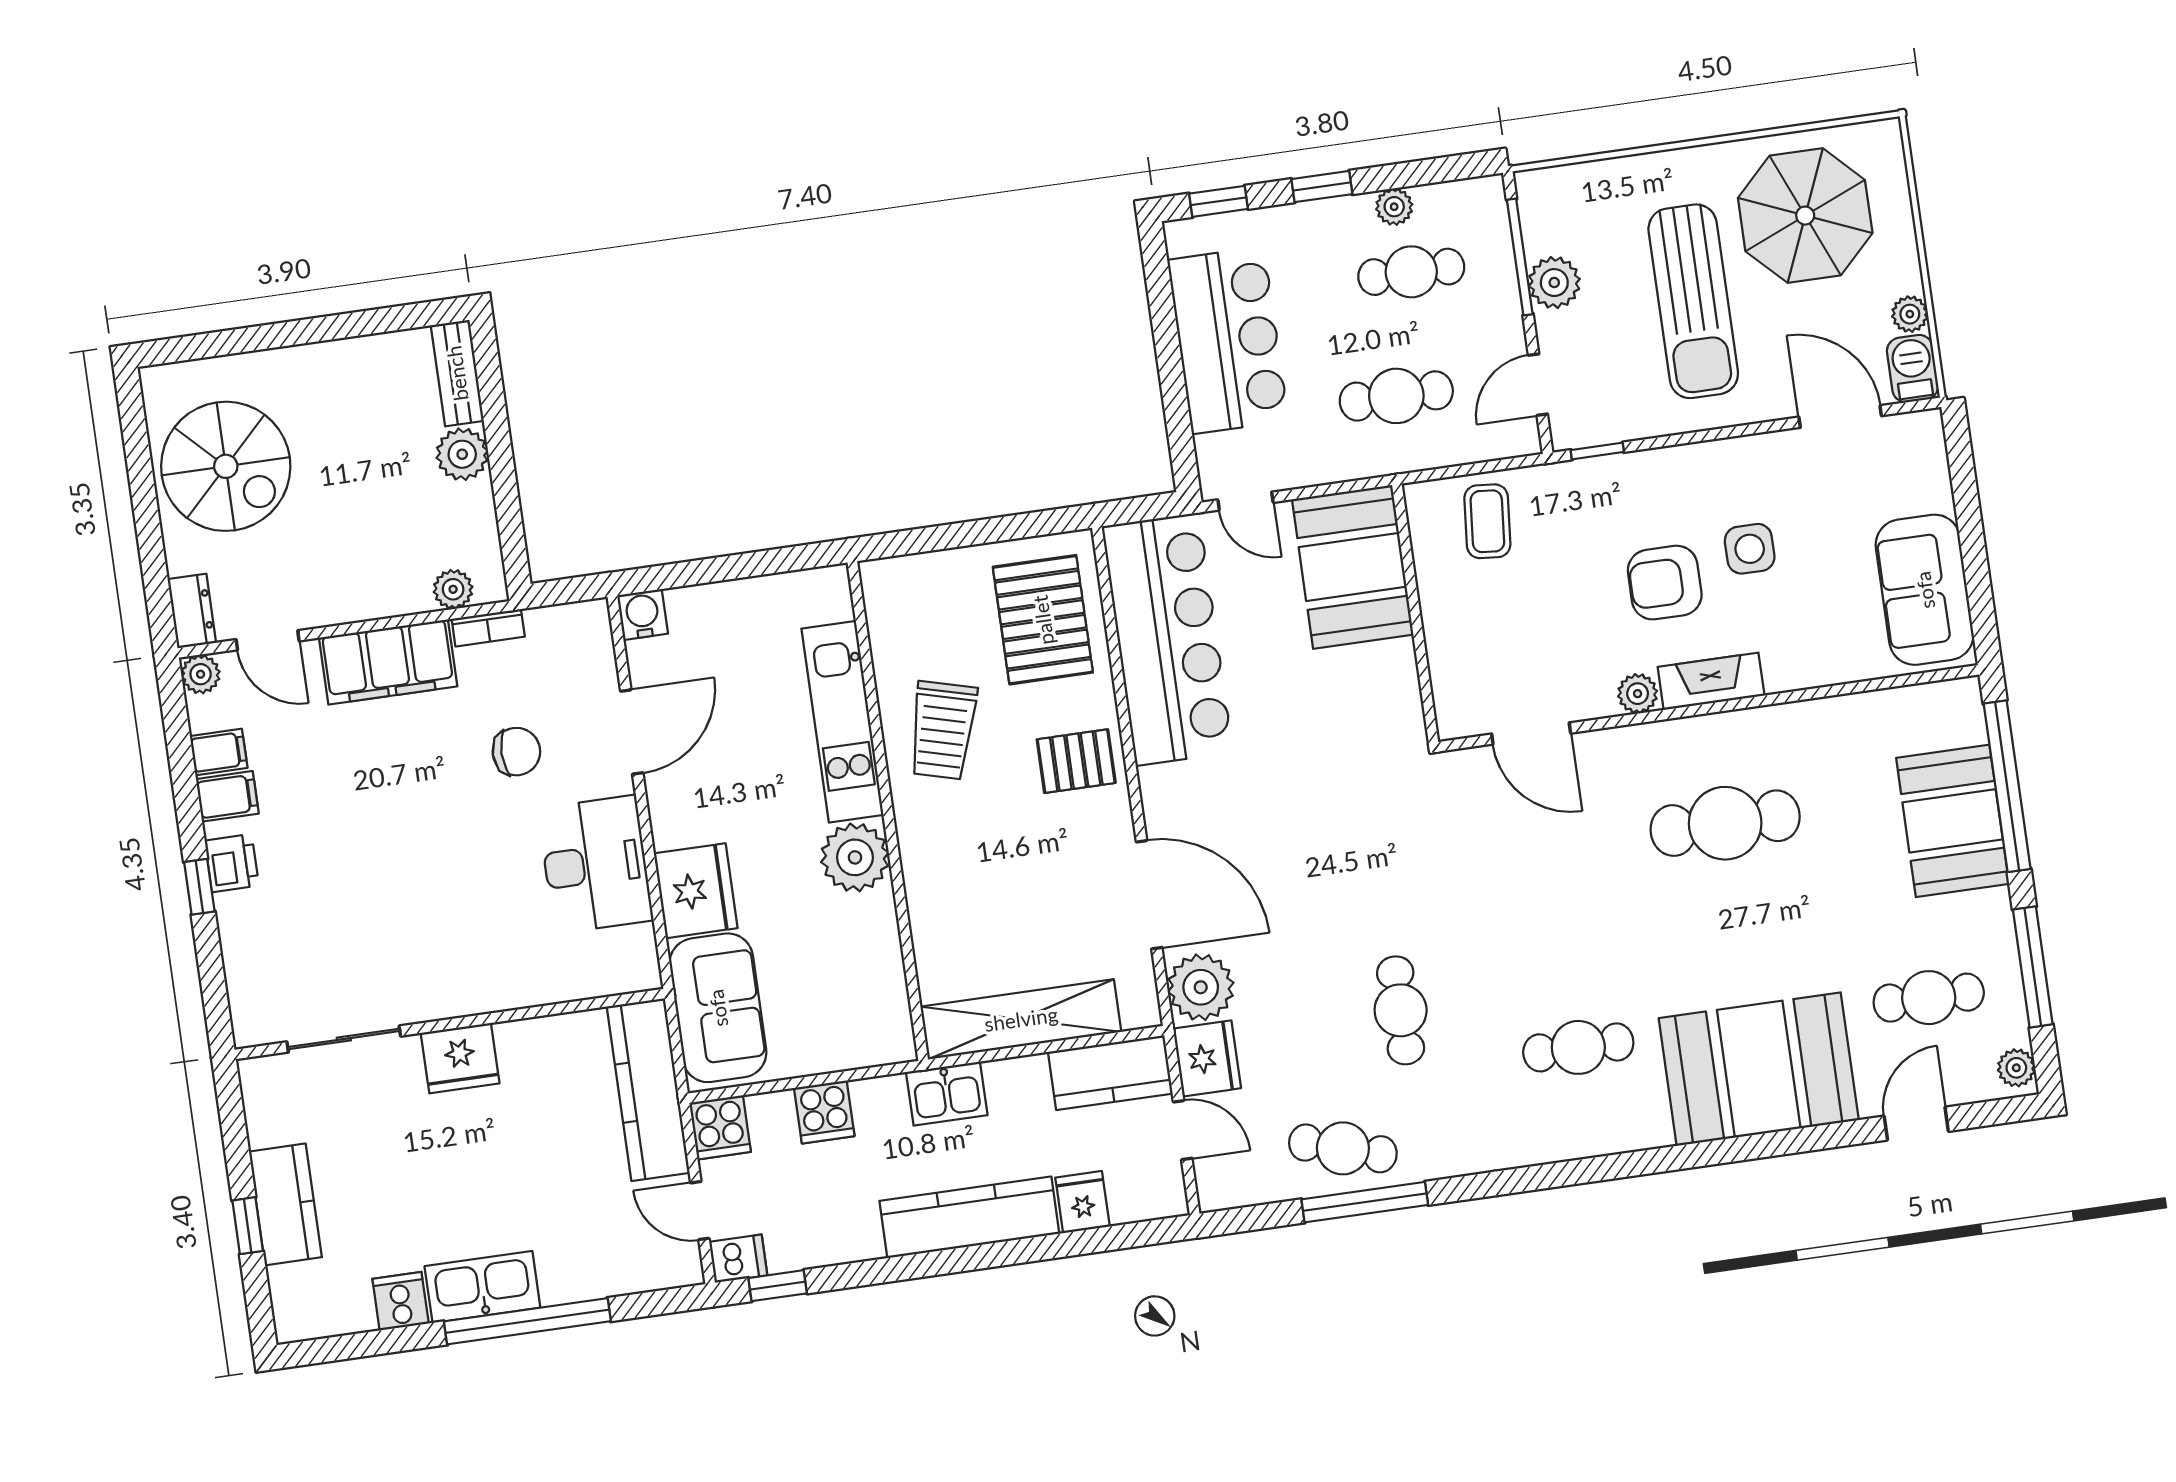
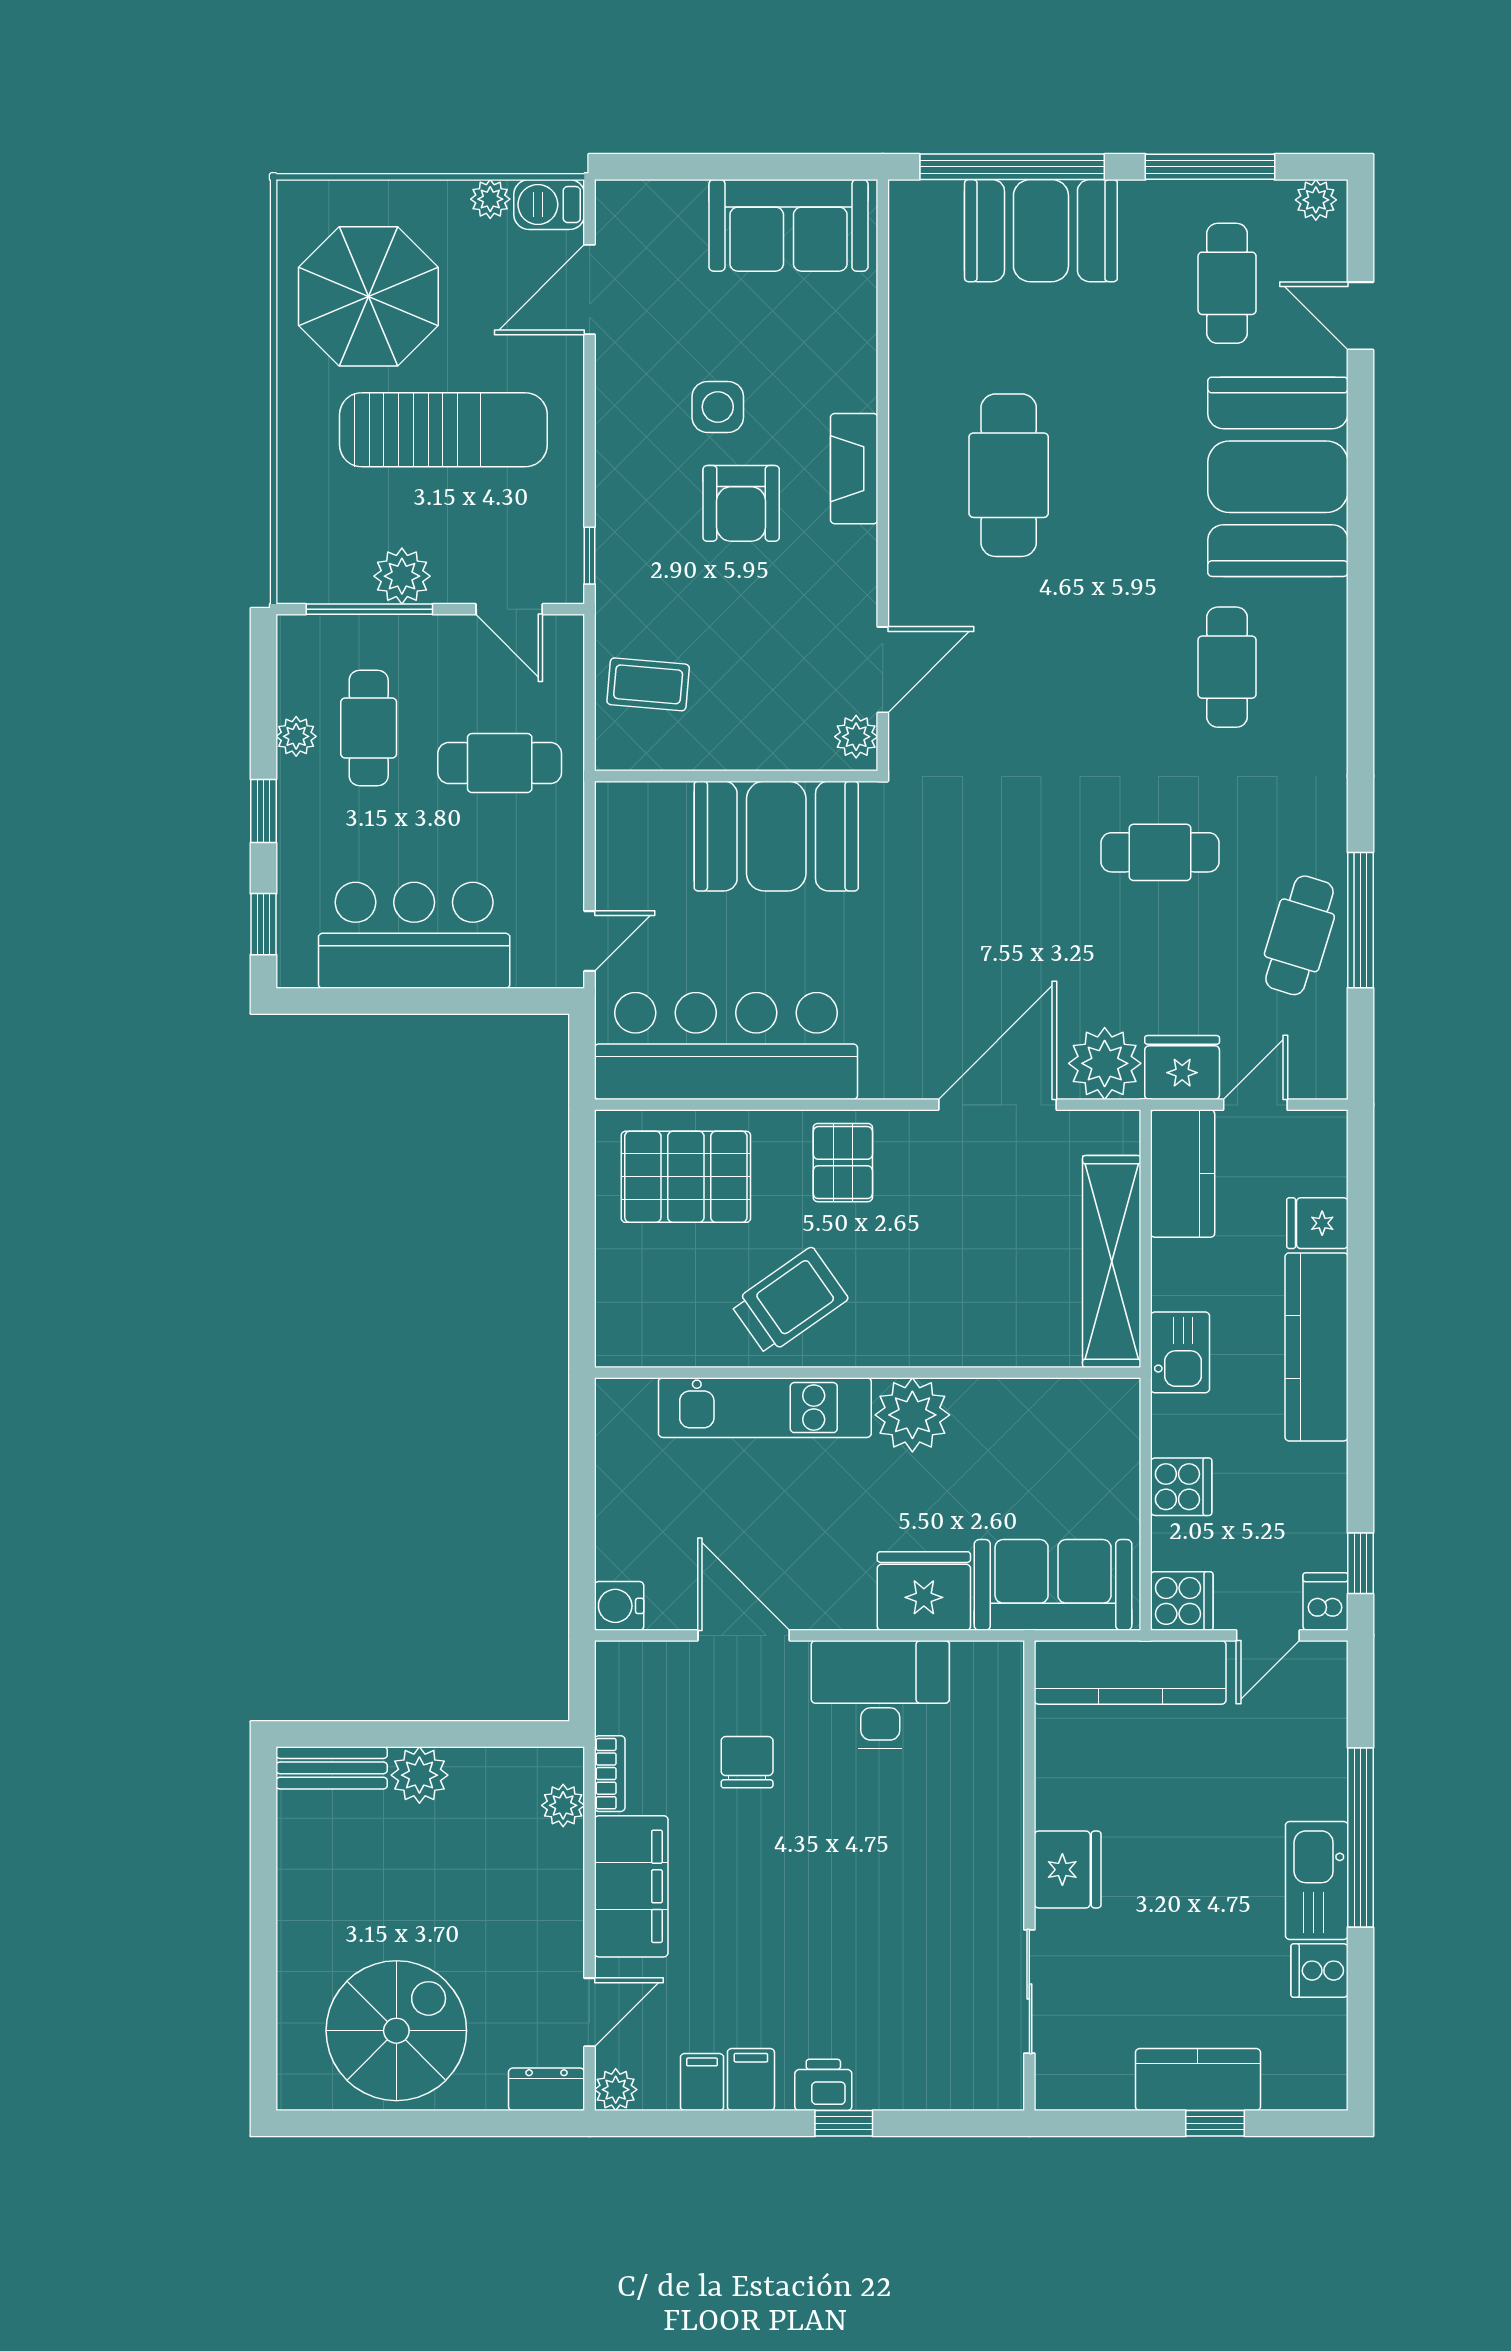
cafe table: (1396, 396) -> (500, 763), turned 90
booth: (1353, 567) -> (776, 836), moved
plant: (1638, 694) -> (856, 737), moved
trolley: (943, 730) -> (789, 1301), turned -50

